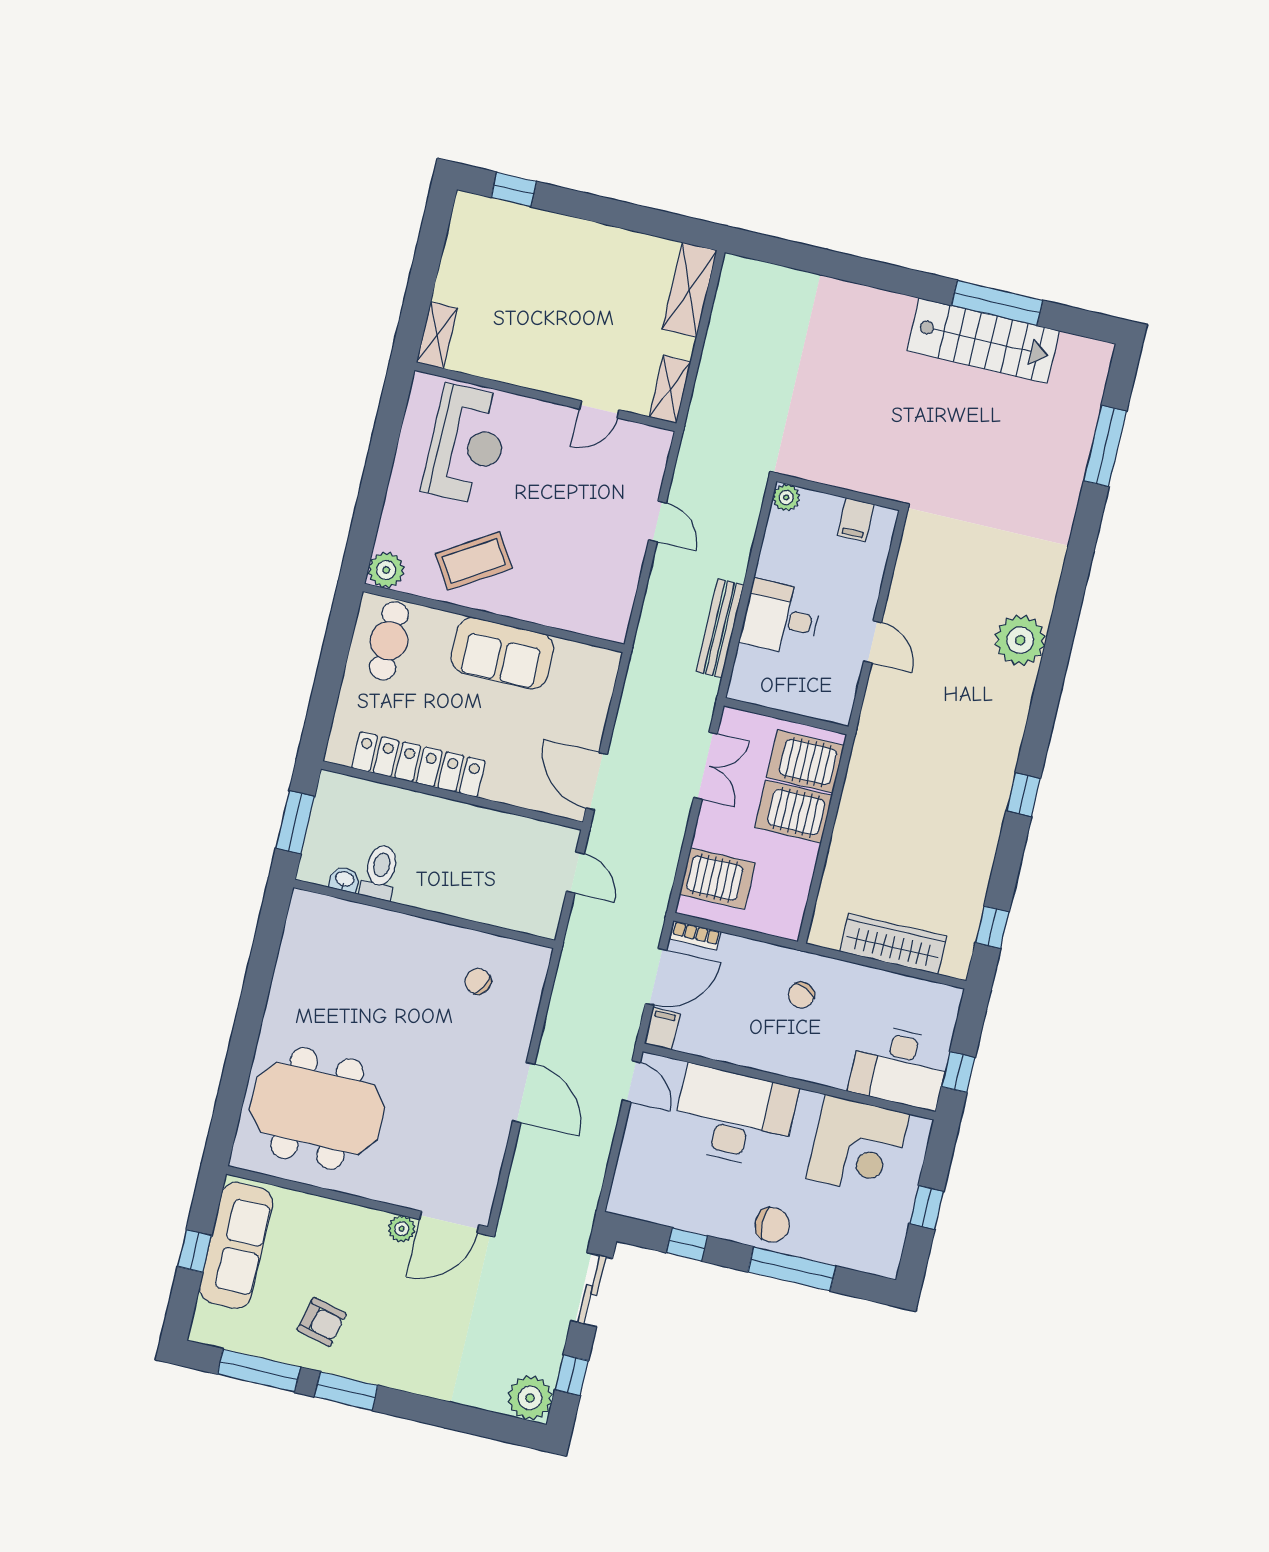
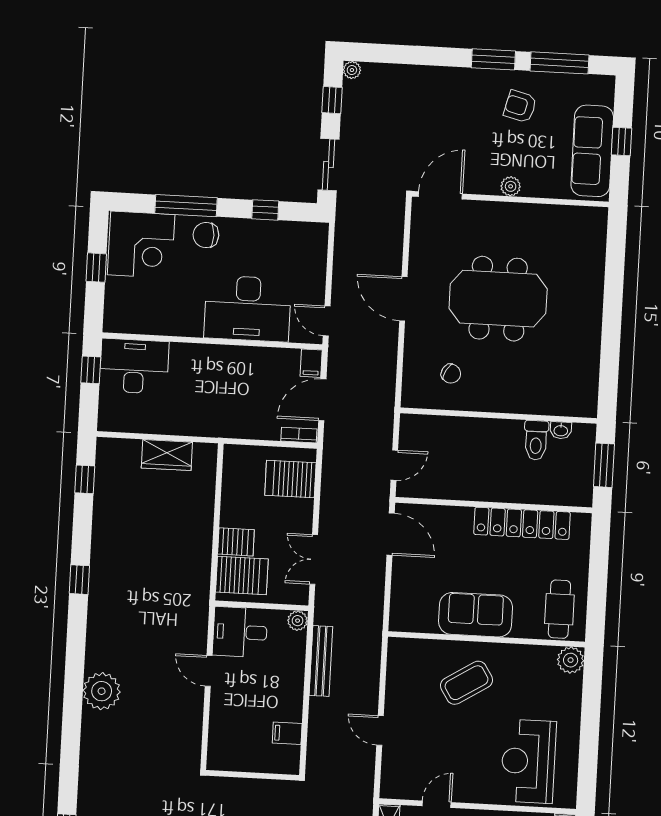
plant: (786, 497) -> (298, 621), moved
filing cabinet: (856, 520) -> (287, 733), moved, turned -90
coffee table: (474, 561) -> (466, 683), moved
desk: (781, 618) -> (240, 632), moved, turned 180
server rack: (794, 812) -> (236, 542), width x0.73, depth x0.70
door: (575, 873) -> (394, 465), swing flipped
wardrobe: (893, 944) -> (167, 455), width x0.67
chair: (801, 995) -> (215, 405), removed
meeting table: (317, 1108) -> (498, 299), moved
corner desk: (858, 1146) -> (141, 245), moved, turned 180
plant: (402, 1229) -> (511, 186), moved
plant: (530, 1398) -> (352, 70), width x0.53, depth x0.53

